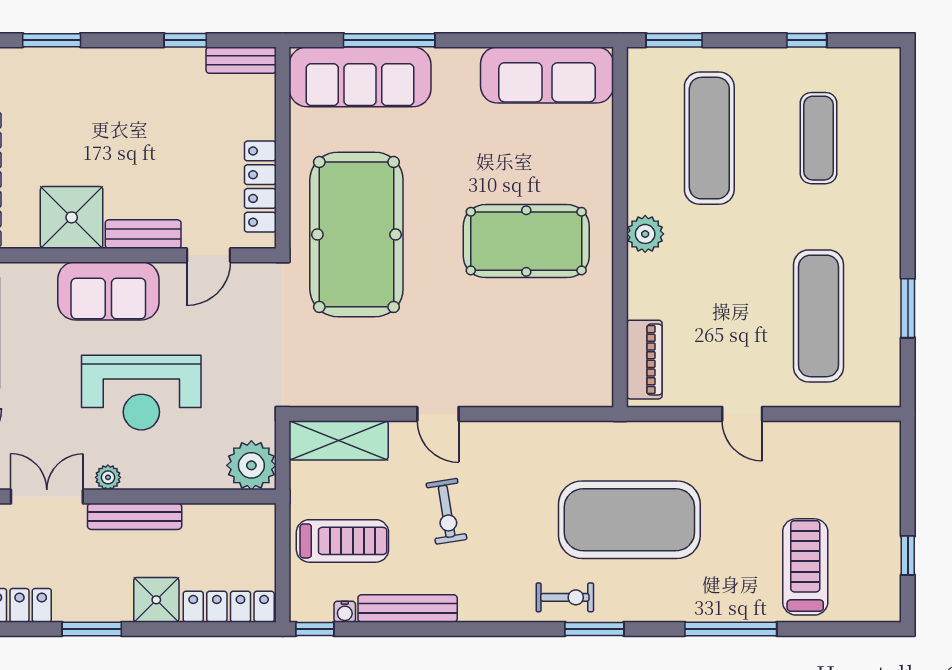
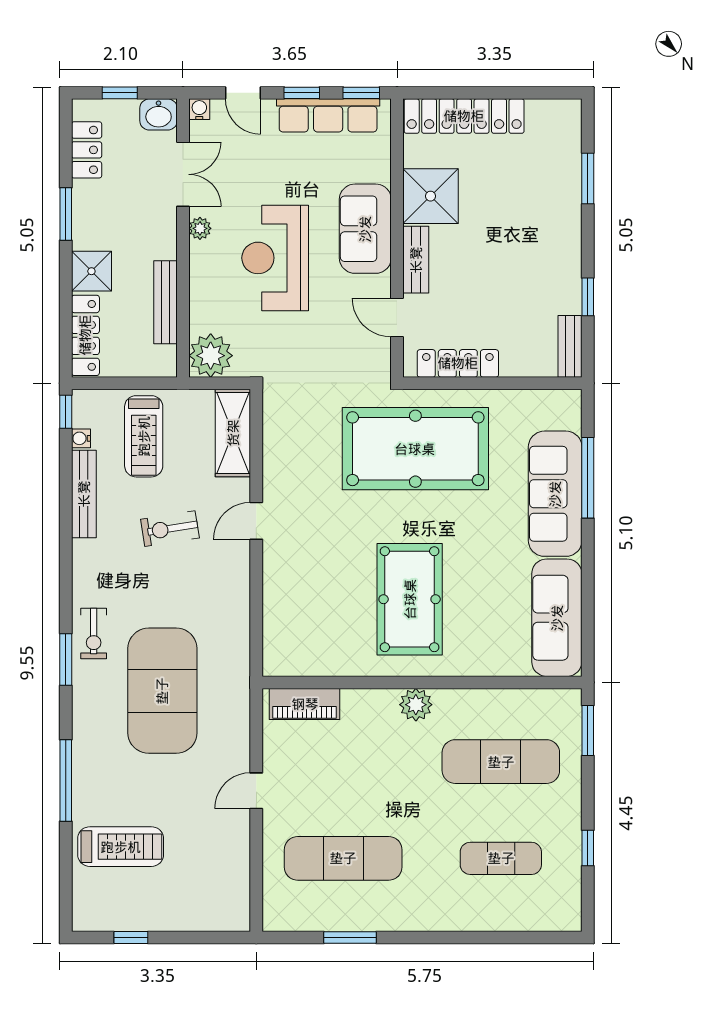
sofa: (360, 77) -> (555, 494), moved
bench: (135, 516) -> (165, 302), moved

